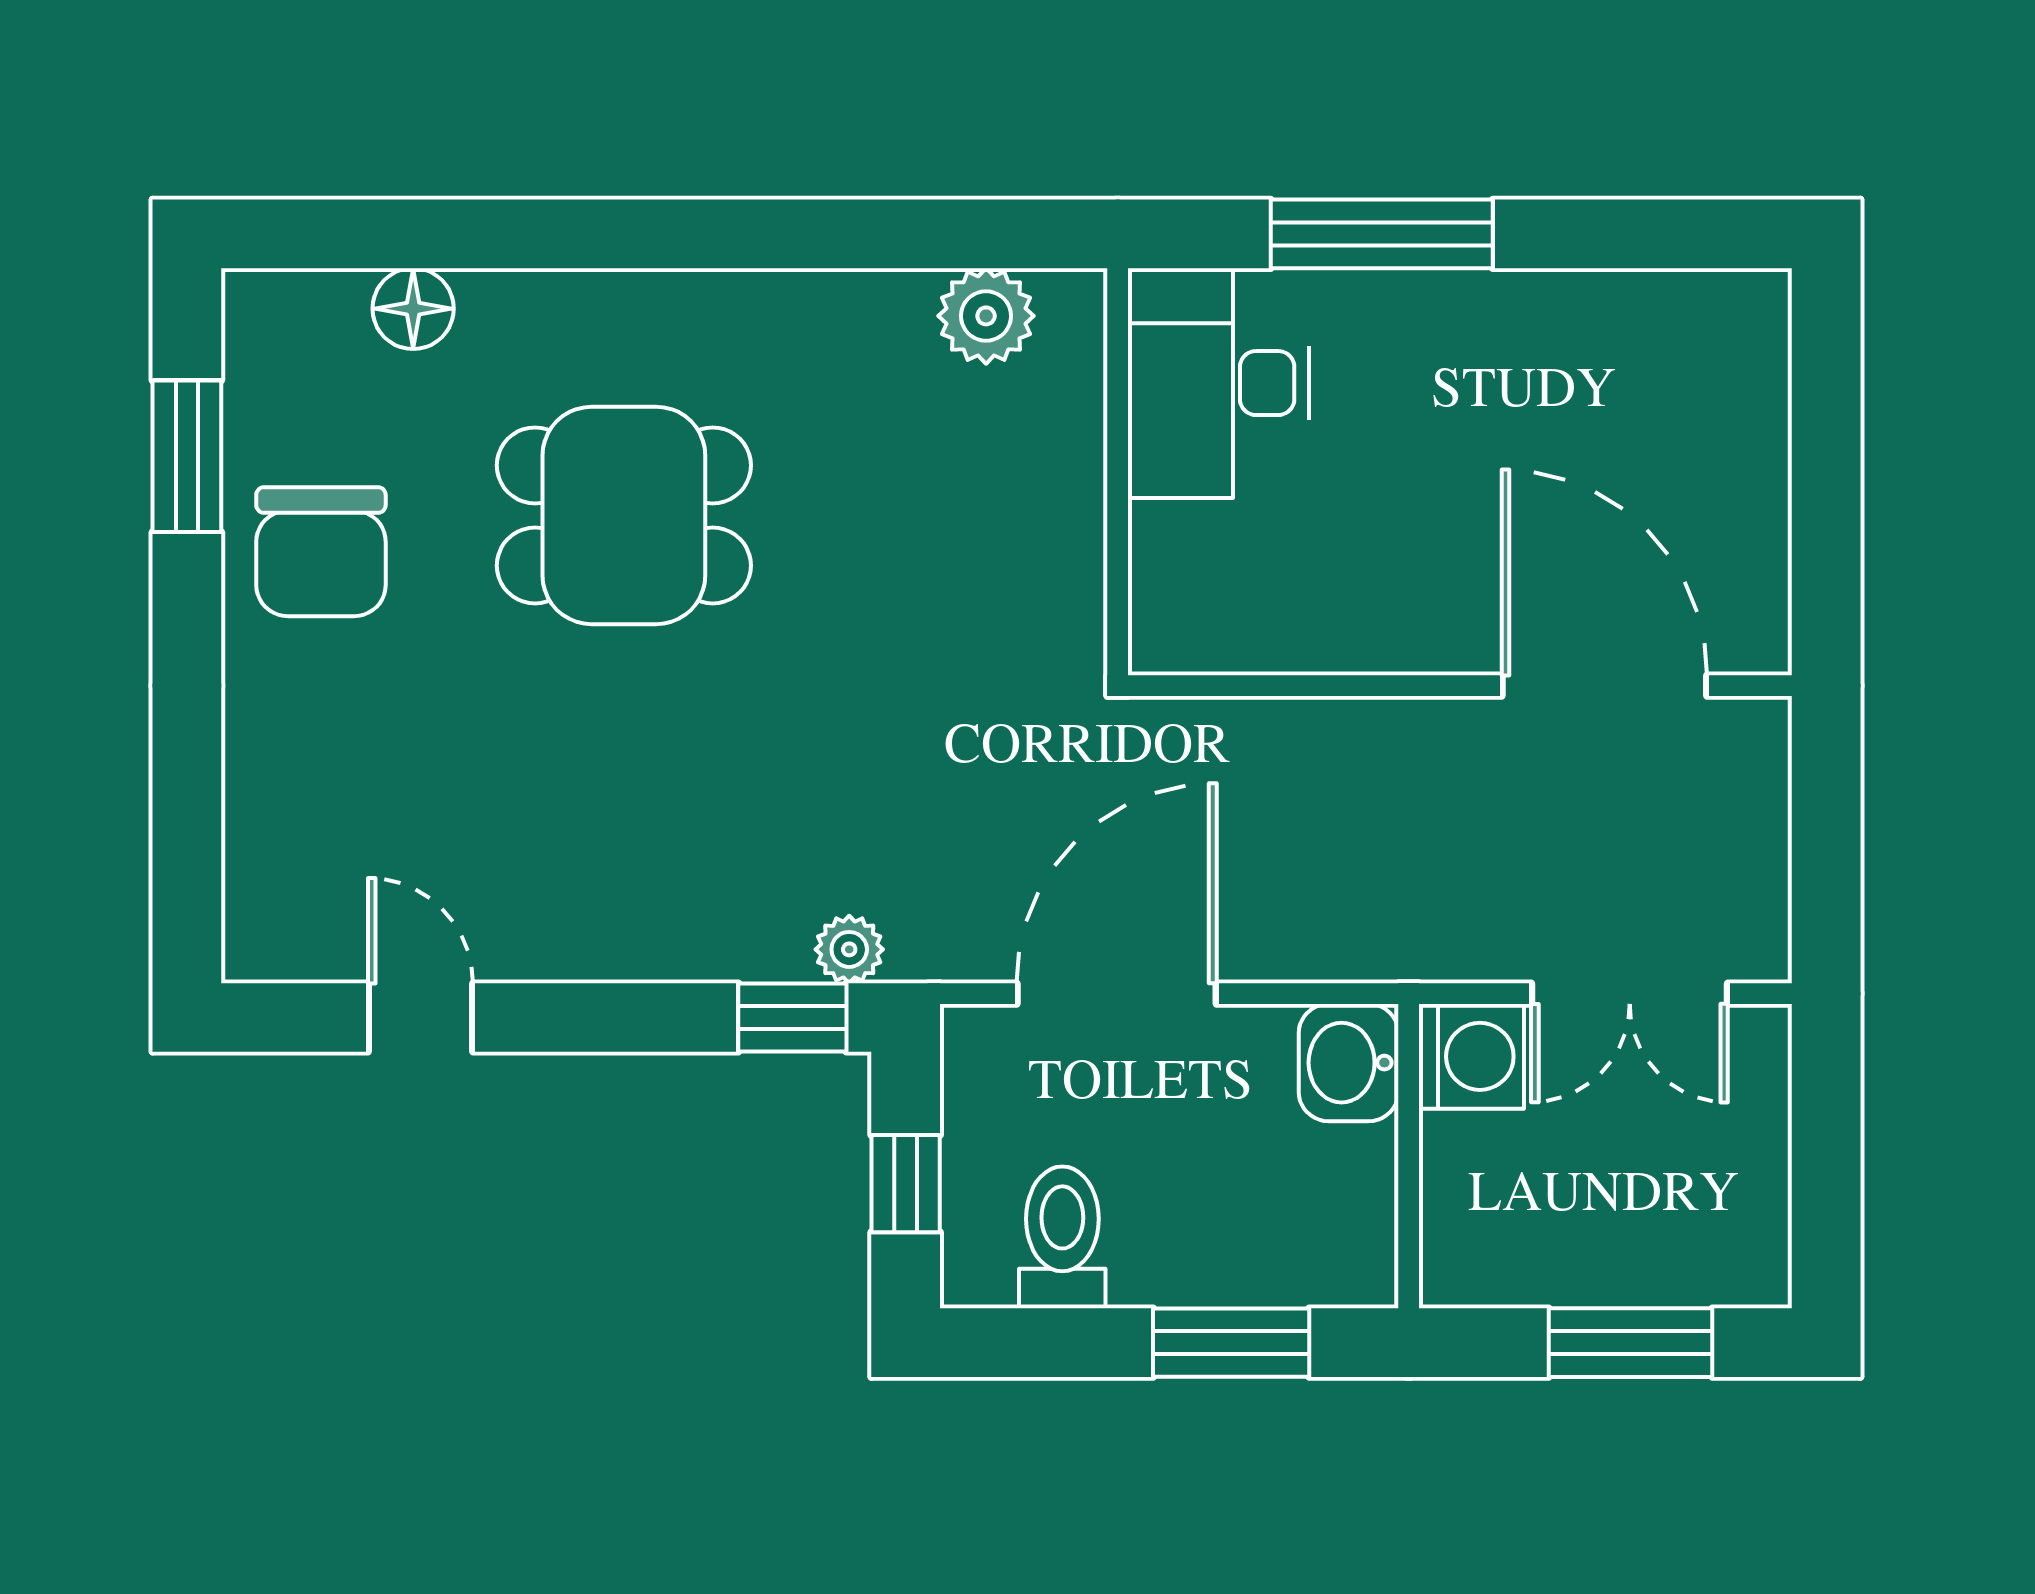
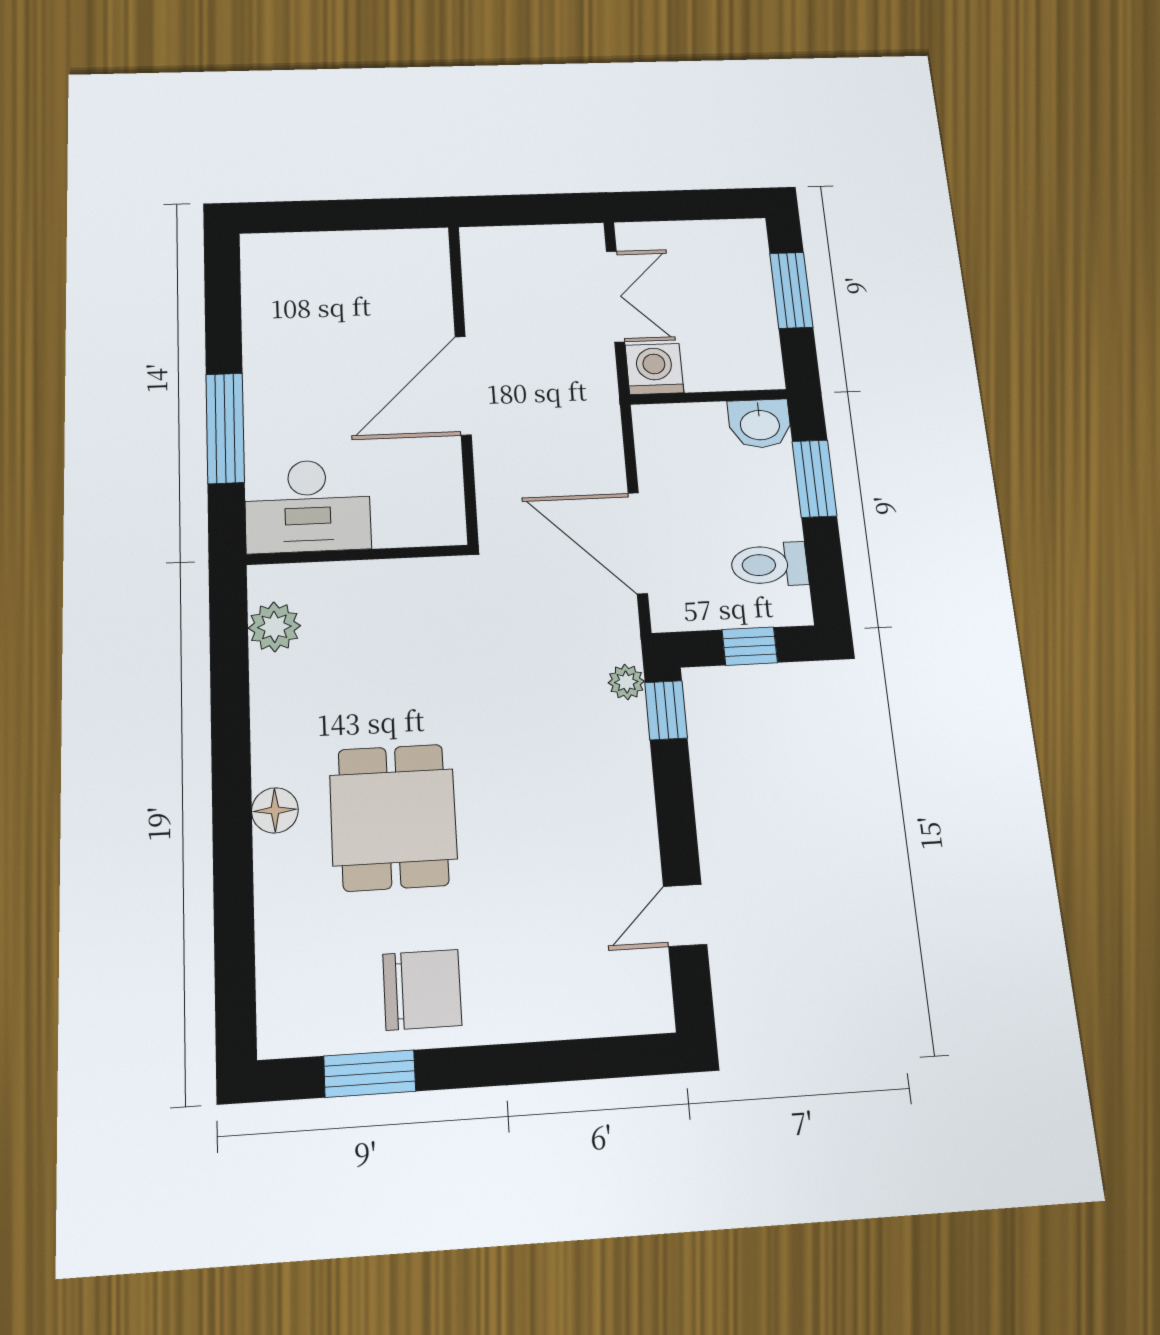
floor lamp: (413, 309) -> (275, 810), moved
door: (1604, 686) -> (463, 386), moved
washbasin: (1349, 1063) -> (760, 424), moved

